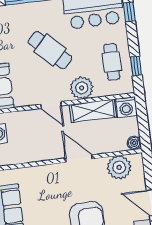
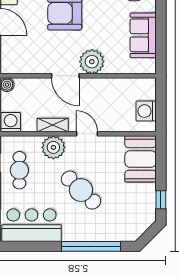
shelving: (93, 111) -> (53, 125), width x0.67, depth x0.75
plant: (119, 167) -> (92, 62), moved

